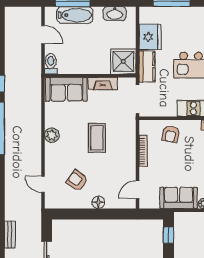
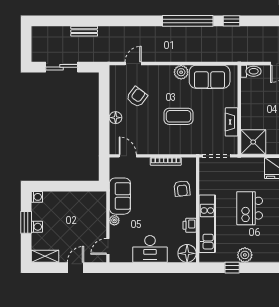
kitchen counter: (147, 66) -> (248, 165), removed
sofa: (66, 89) -> (210, 77), moved, turned -90
armchair: (171, 134) -> (182, 188), turned -108
window: (168, 235) -> (84, 186), removed

